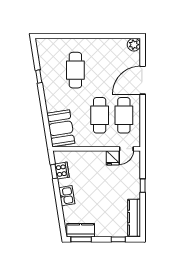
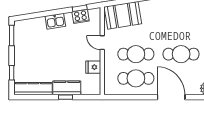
cafe table: (75, 70) -> (181, 54), moved
door: (126, 149) -> (102, 43), moved
kitchen counter: (81, 230) -> (67, 88), moved, turned -90

